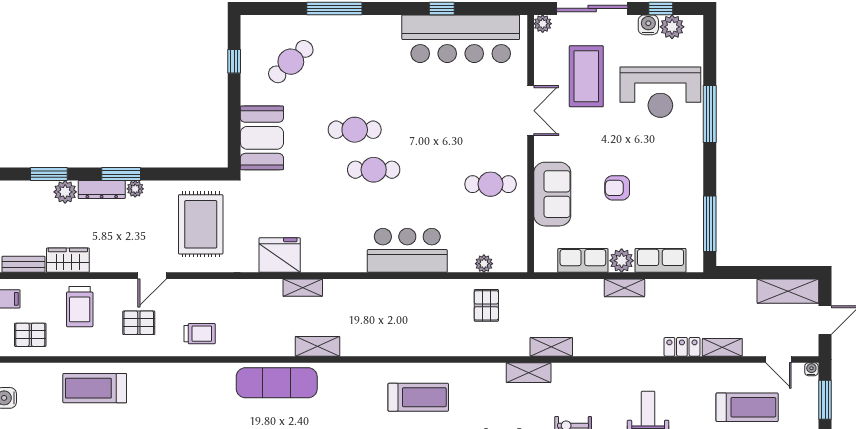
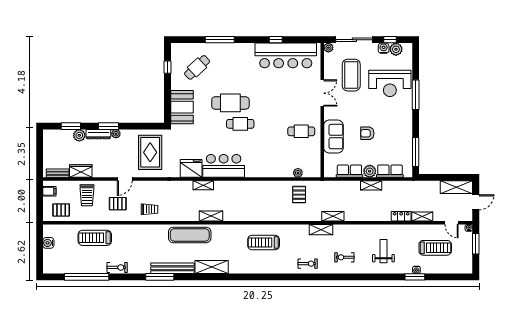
cafe table: (355, 130) -> (230, 103), width x1.37, depth x1.35
bar counter: (407, 250) -> (224, 166), moved
treadmill: (418, 397) -> (264, 243), turned 180

